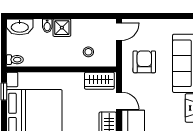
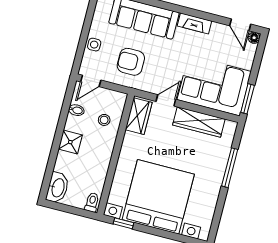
bidet: (47, 26) -> (76, 110), moved
side table: (151, 27) -> (94, 45), added
door: (119, 32) -> (91, 81), swing flipped

